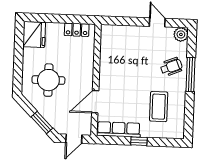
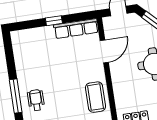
wheelchair: (171, 67) -> (36, 100), turned 112
coffee table: (159, 107) -> (95, 97), moved

